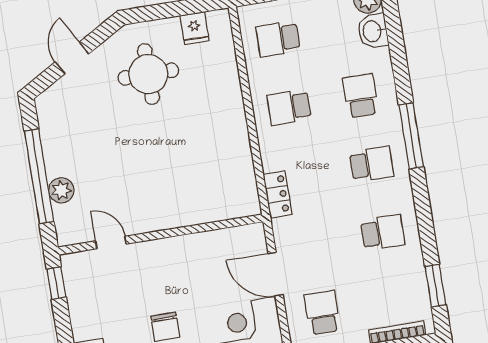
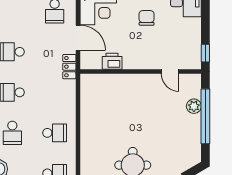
locker: (278, 194) -> (69, 67), moved
printer: (212, 244) -> (112, 61), added

